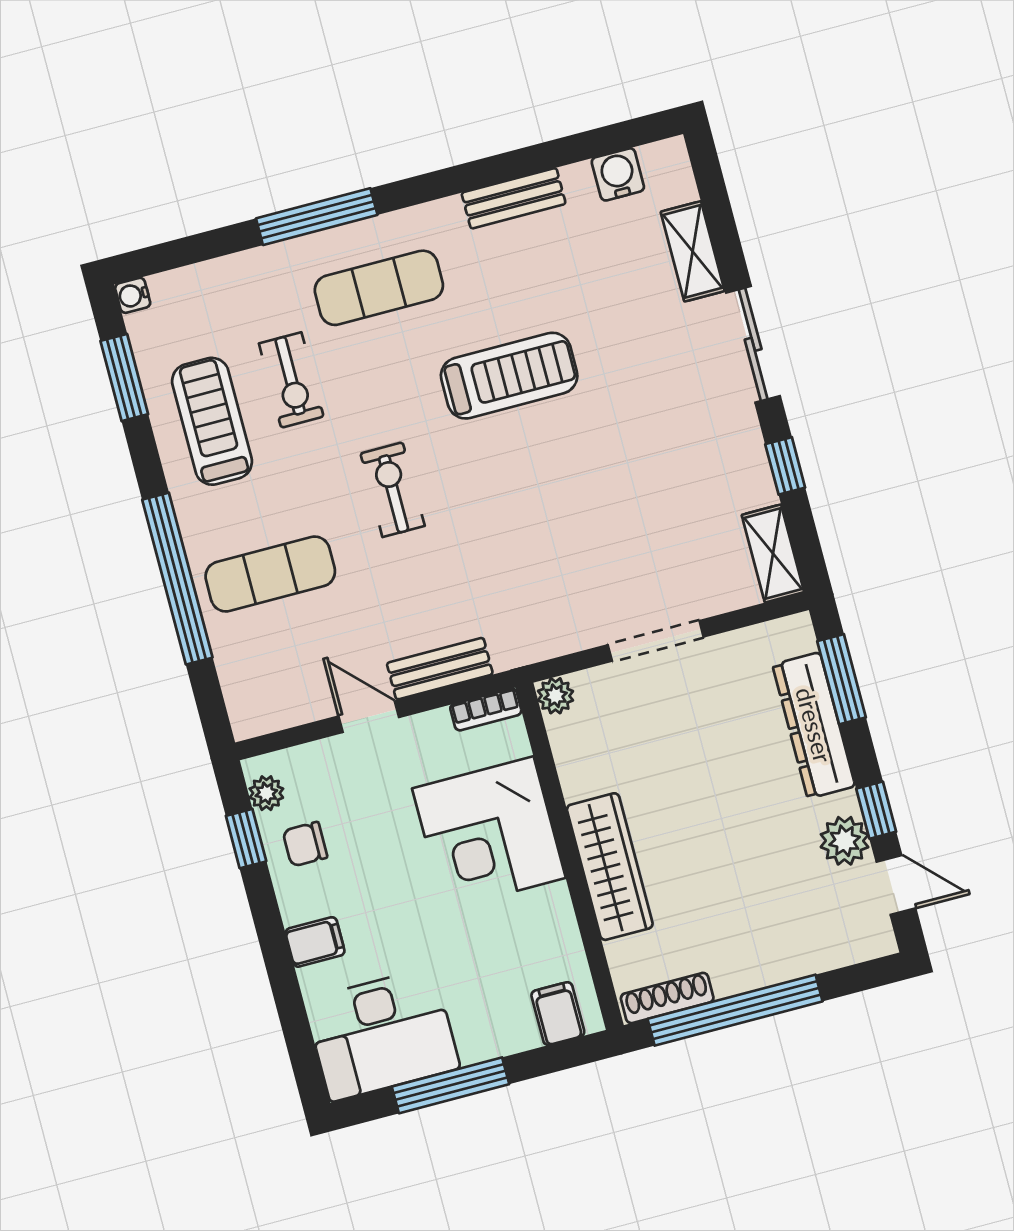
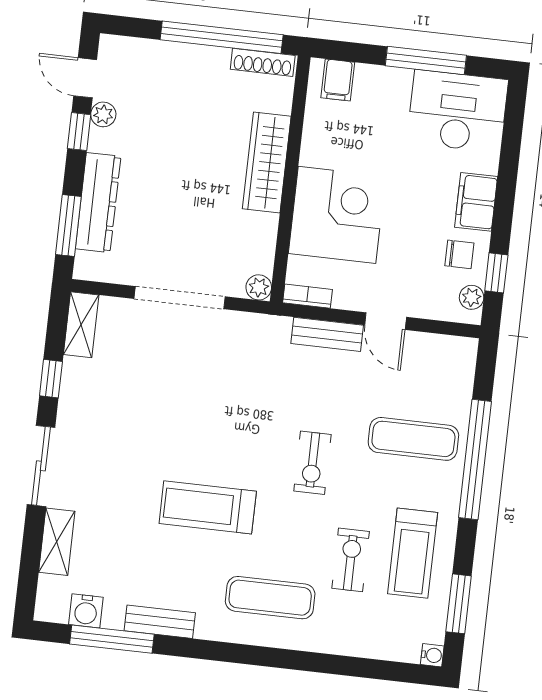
window: (317, 217) -> (112, 639), moved
doorway: (656, 641) -> (180, 298), width x1.36
plant: (845, 841) -> (103, 114), width x0.73, depth x0.73
filing cabinet: (315, 942) -> (476, 202), width x2.00

